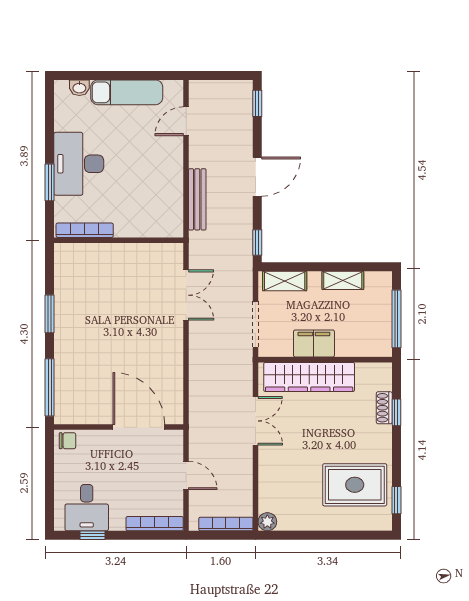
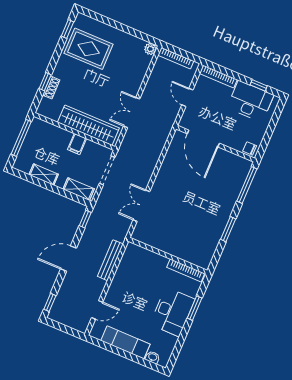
filing cabinet: (314, 343) -> (77, 144), width x0.50
desk: (87, 508) -> (250, 101), width x1.37

